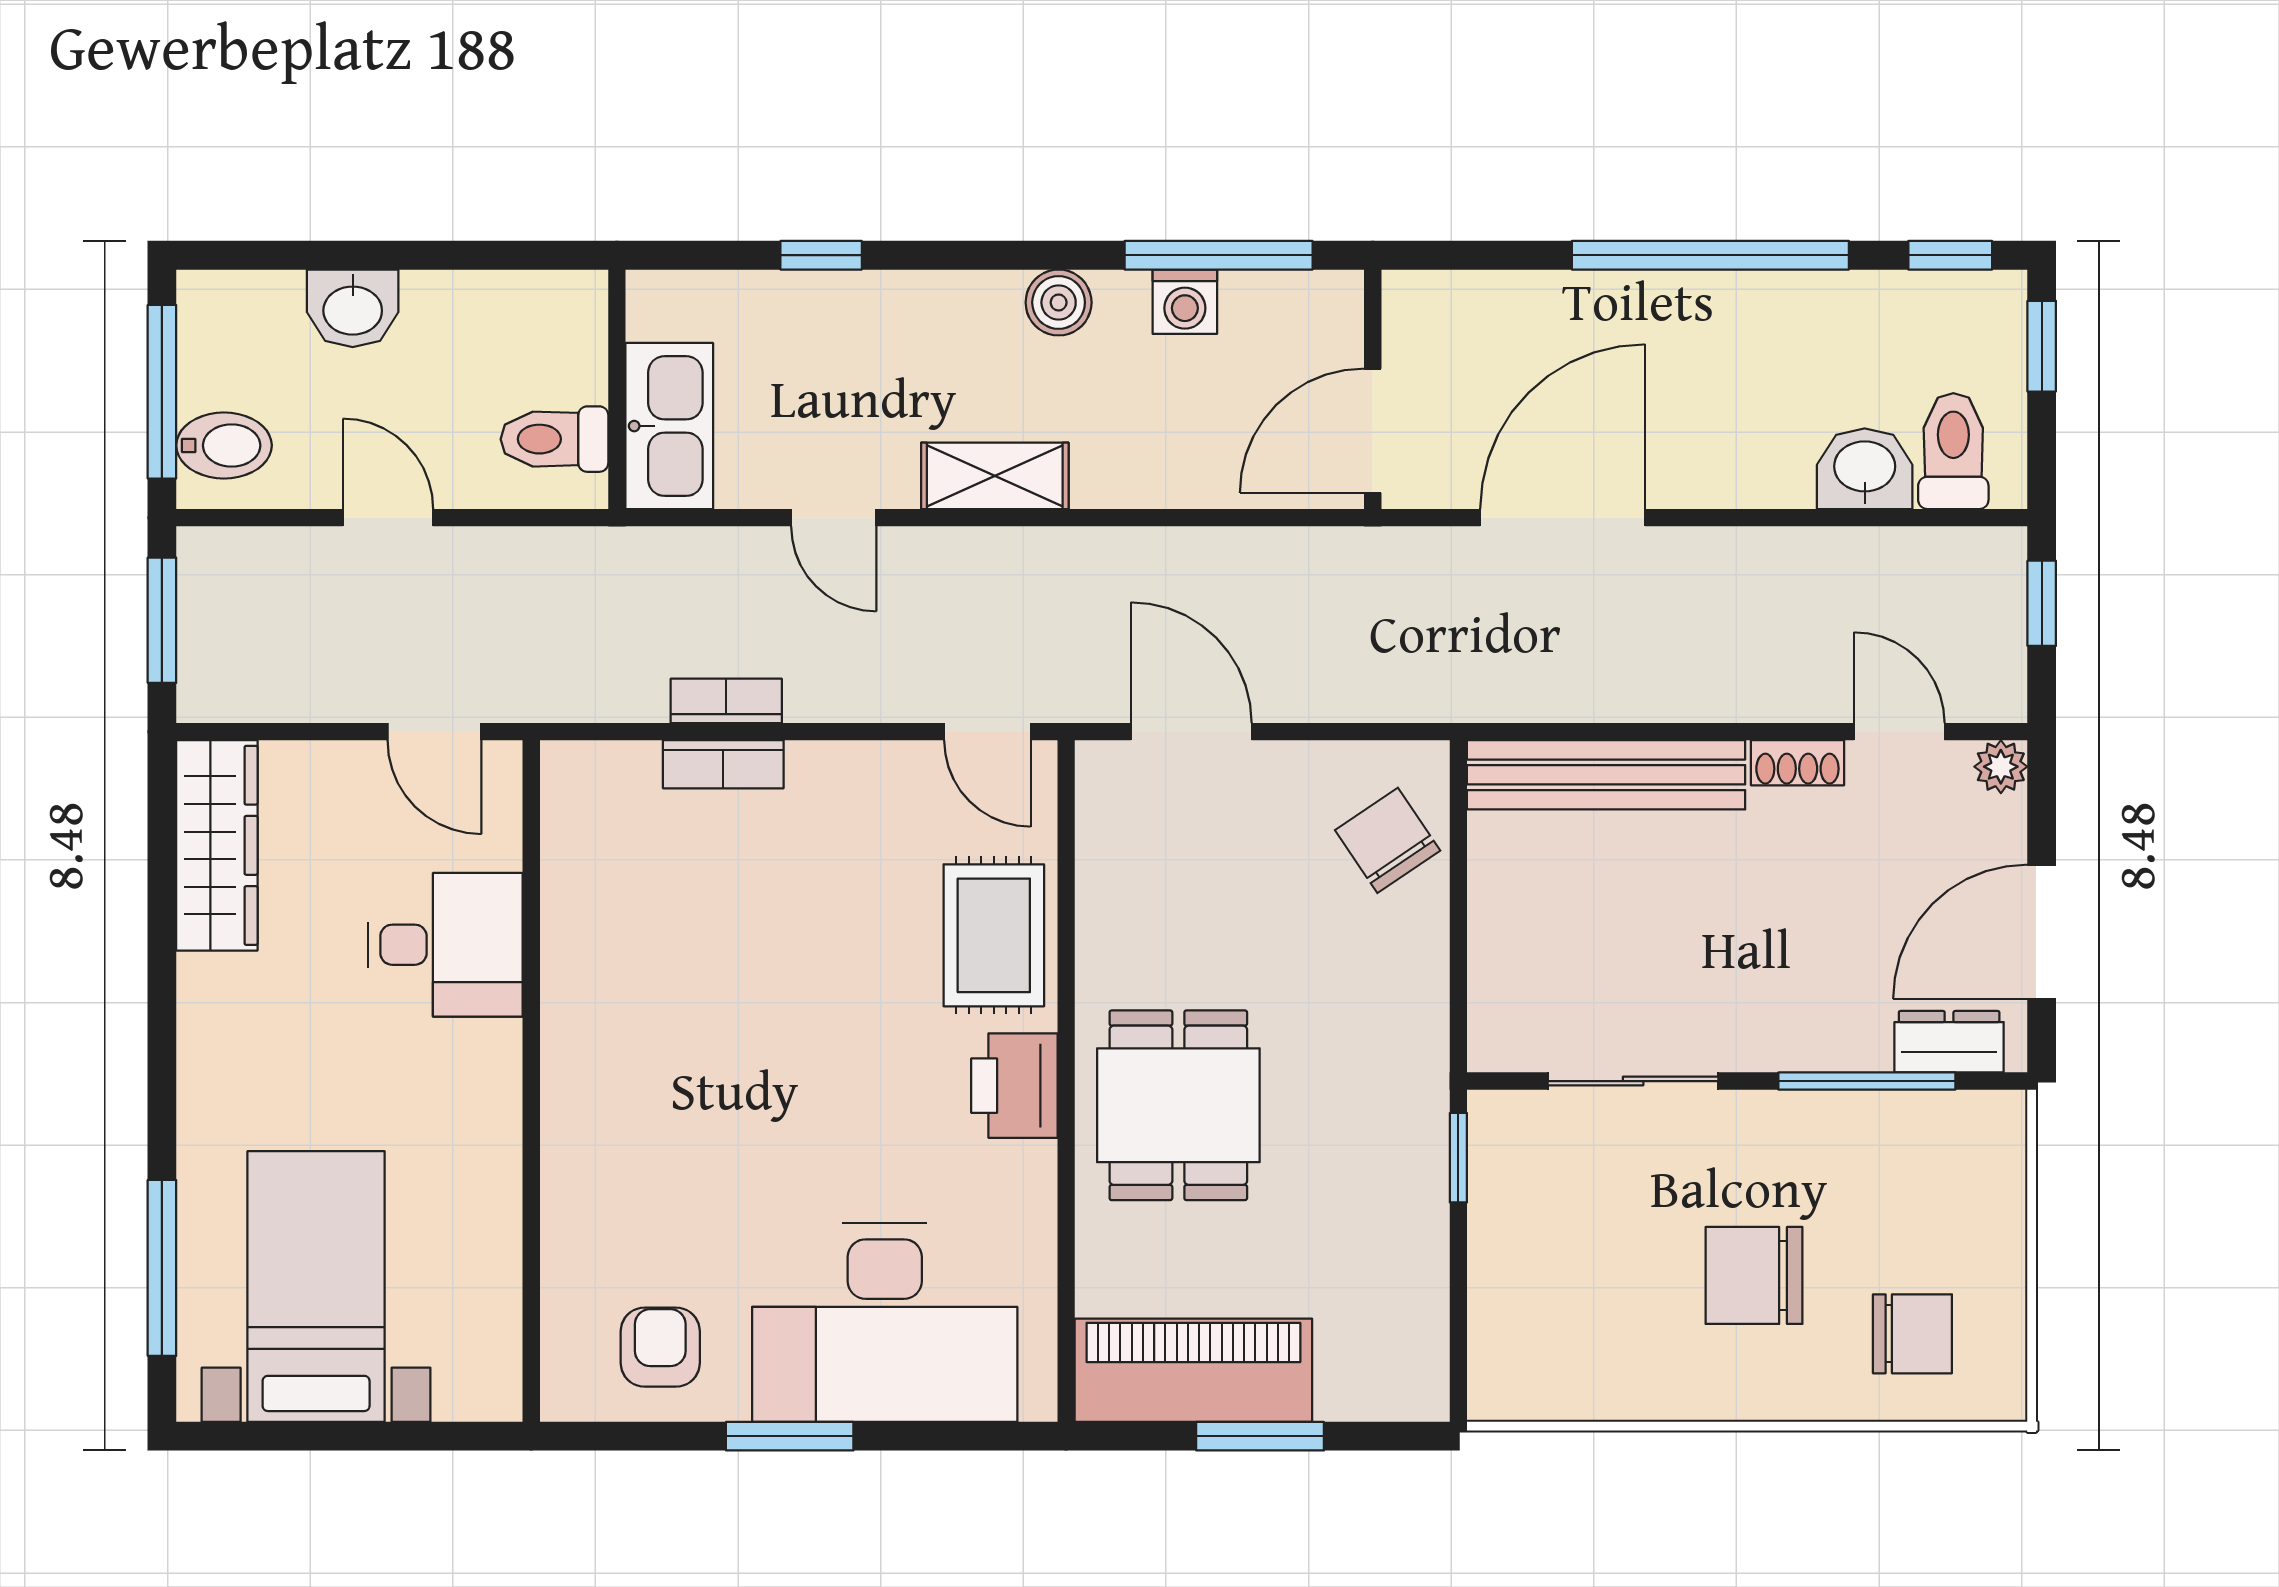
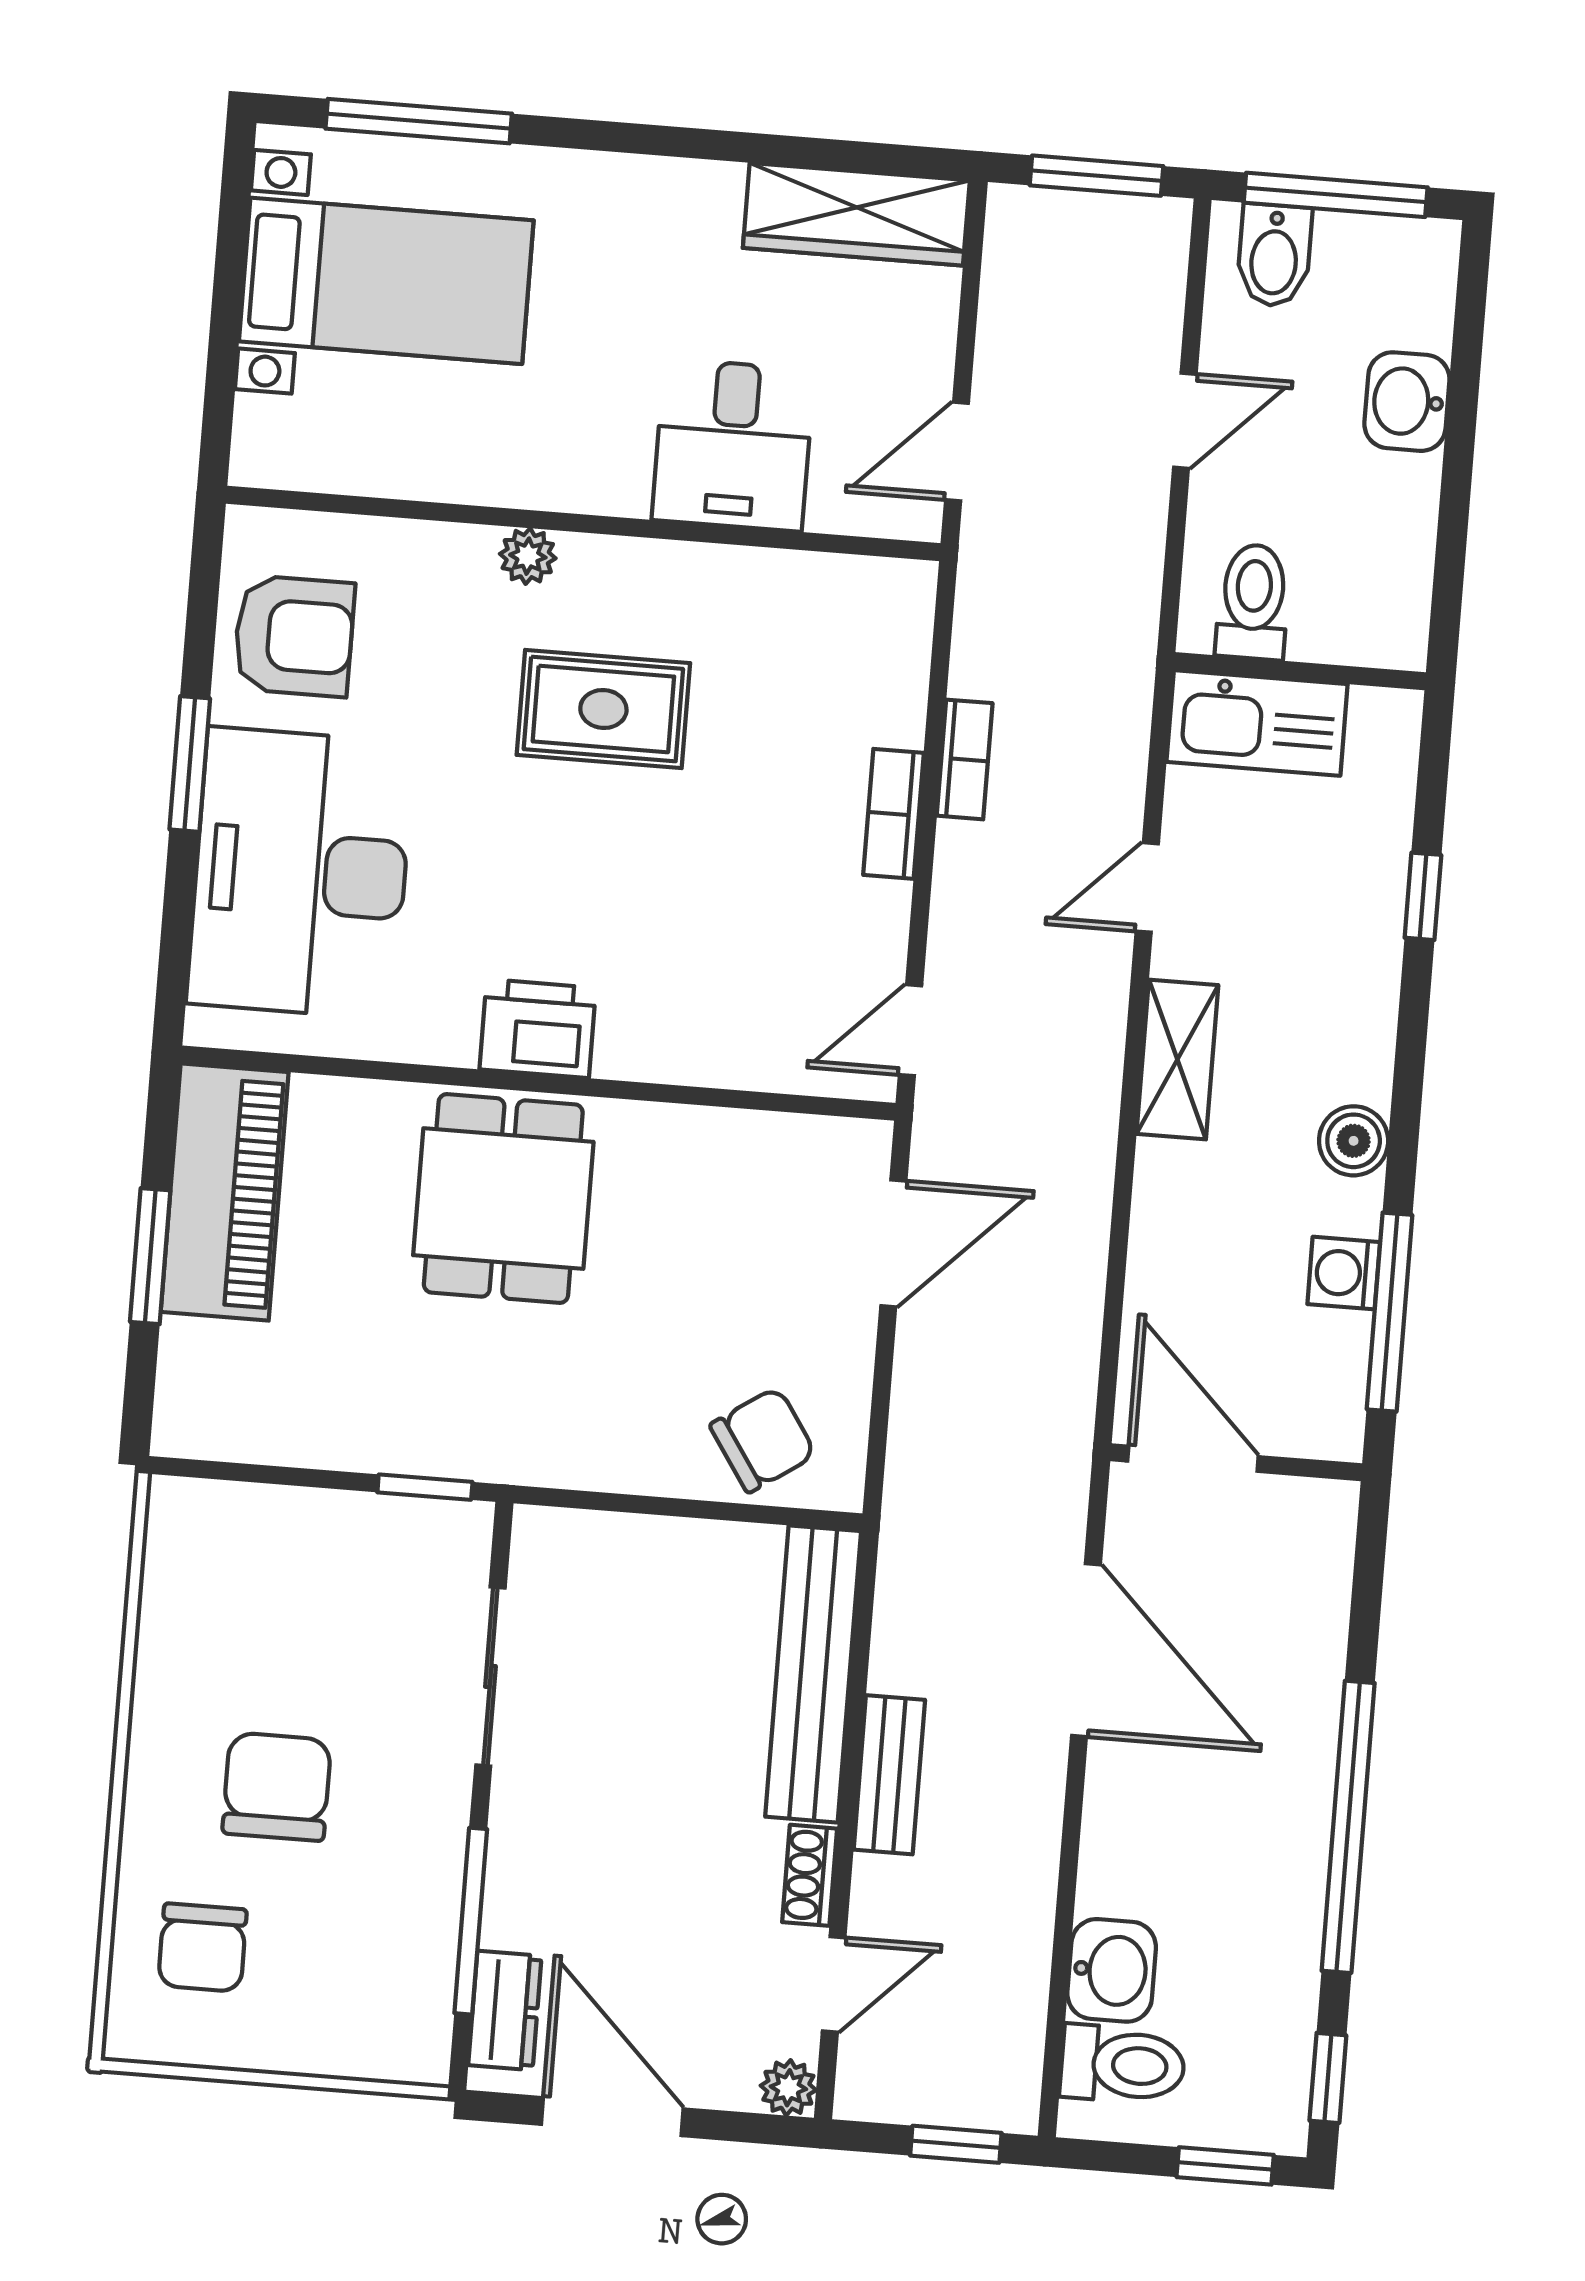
bench: (1696, 695) -> (889, 1775), added
bookcase: (723, 764) -> (893, 814), moved
rug: (994, 935) -> (603, 709), moved
dining table: (1178, 1105) -> (503, 1199), turned 90
plant: (567, 1131) -> (528, 556), added
armchair: (660, 1347) -> (294, 636), width x1.38, depth x1.38

